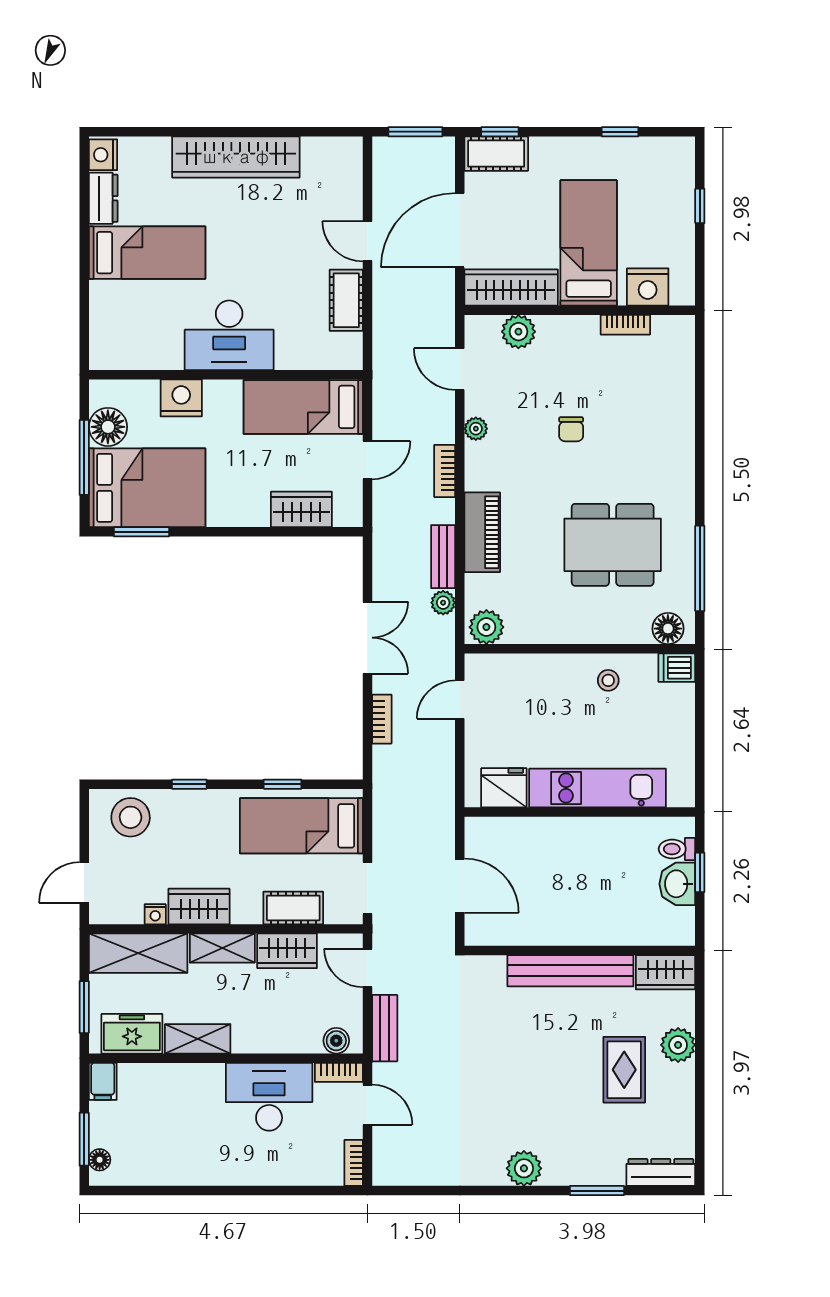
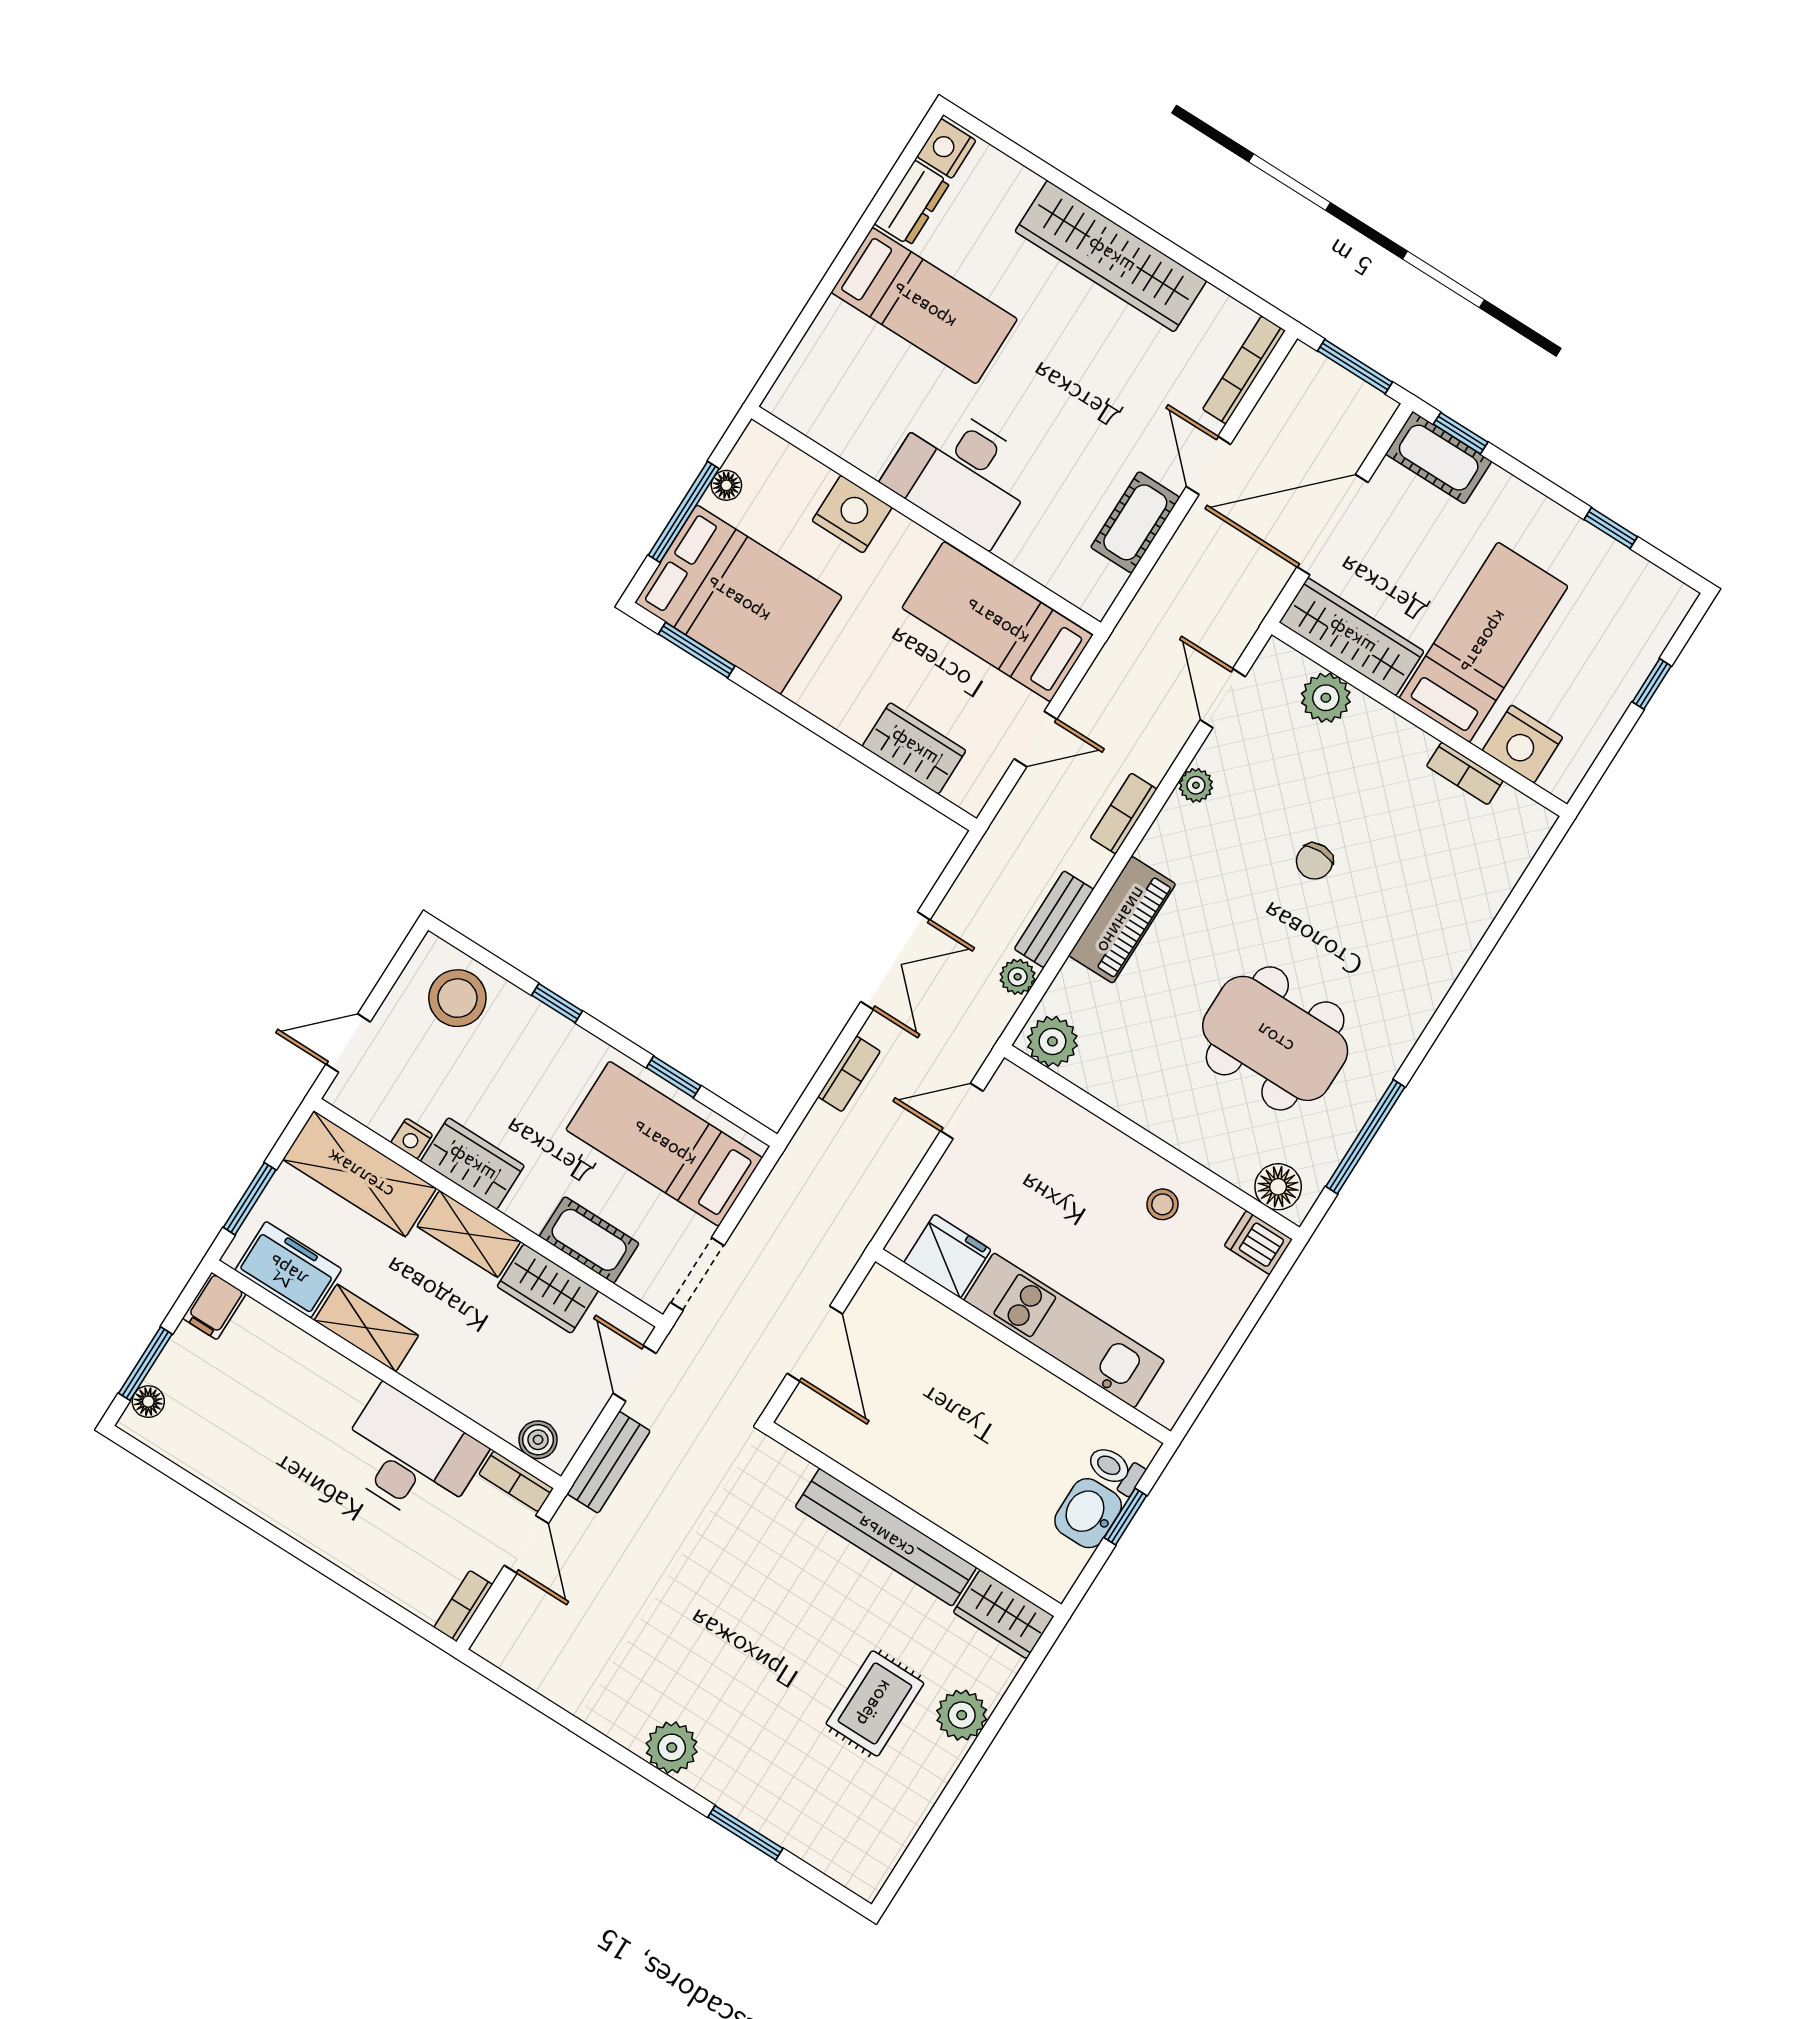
bookcase: (353, 174) -> (1244, 370), added
floor lamp: (108, 427) -> (726, 485), width x0.53, depth x0.53
dresser: (661, 1172) -> (840, 1861), removed

